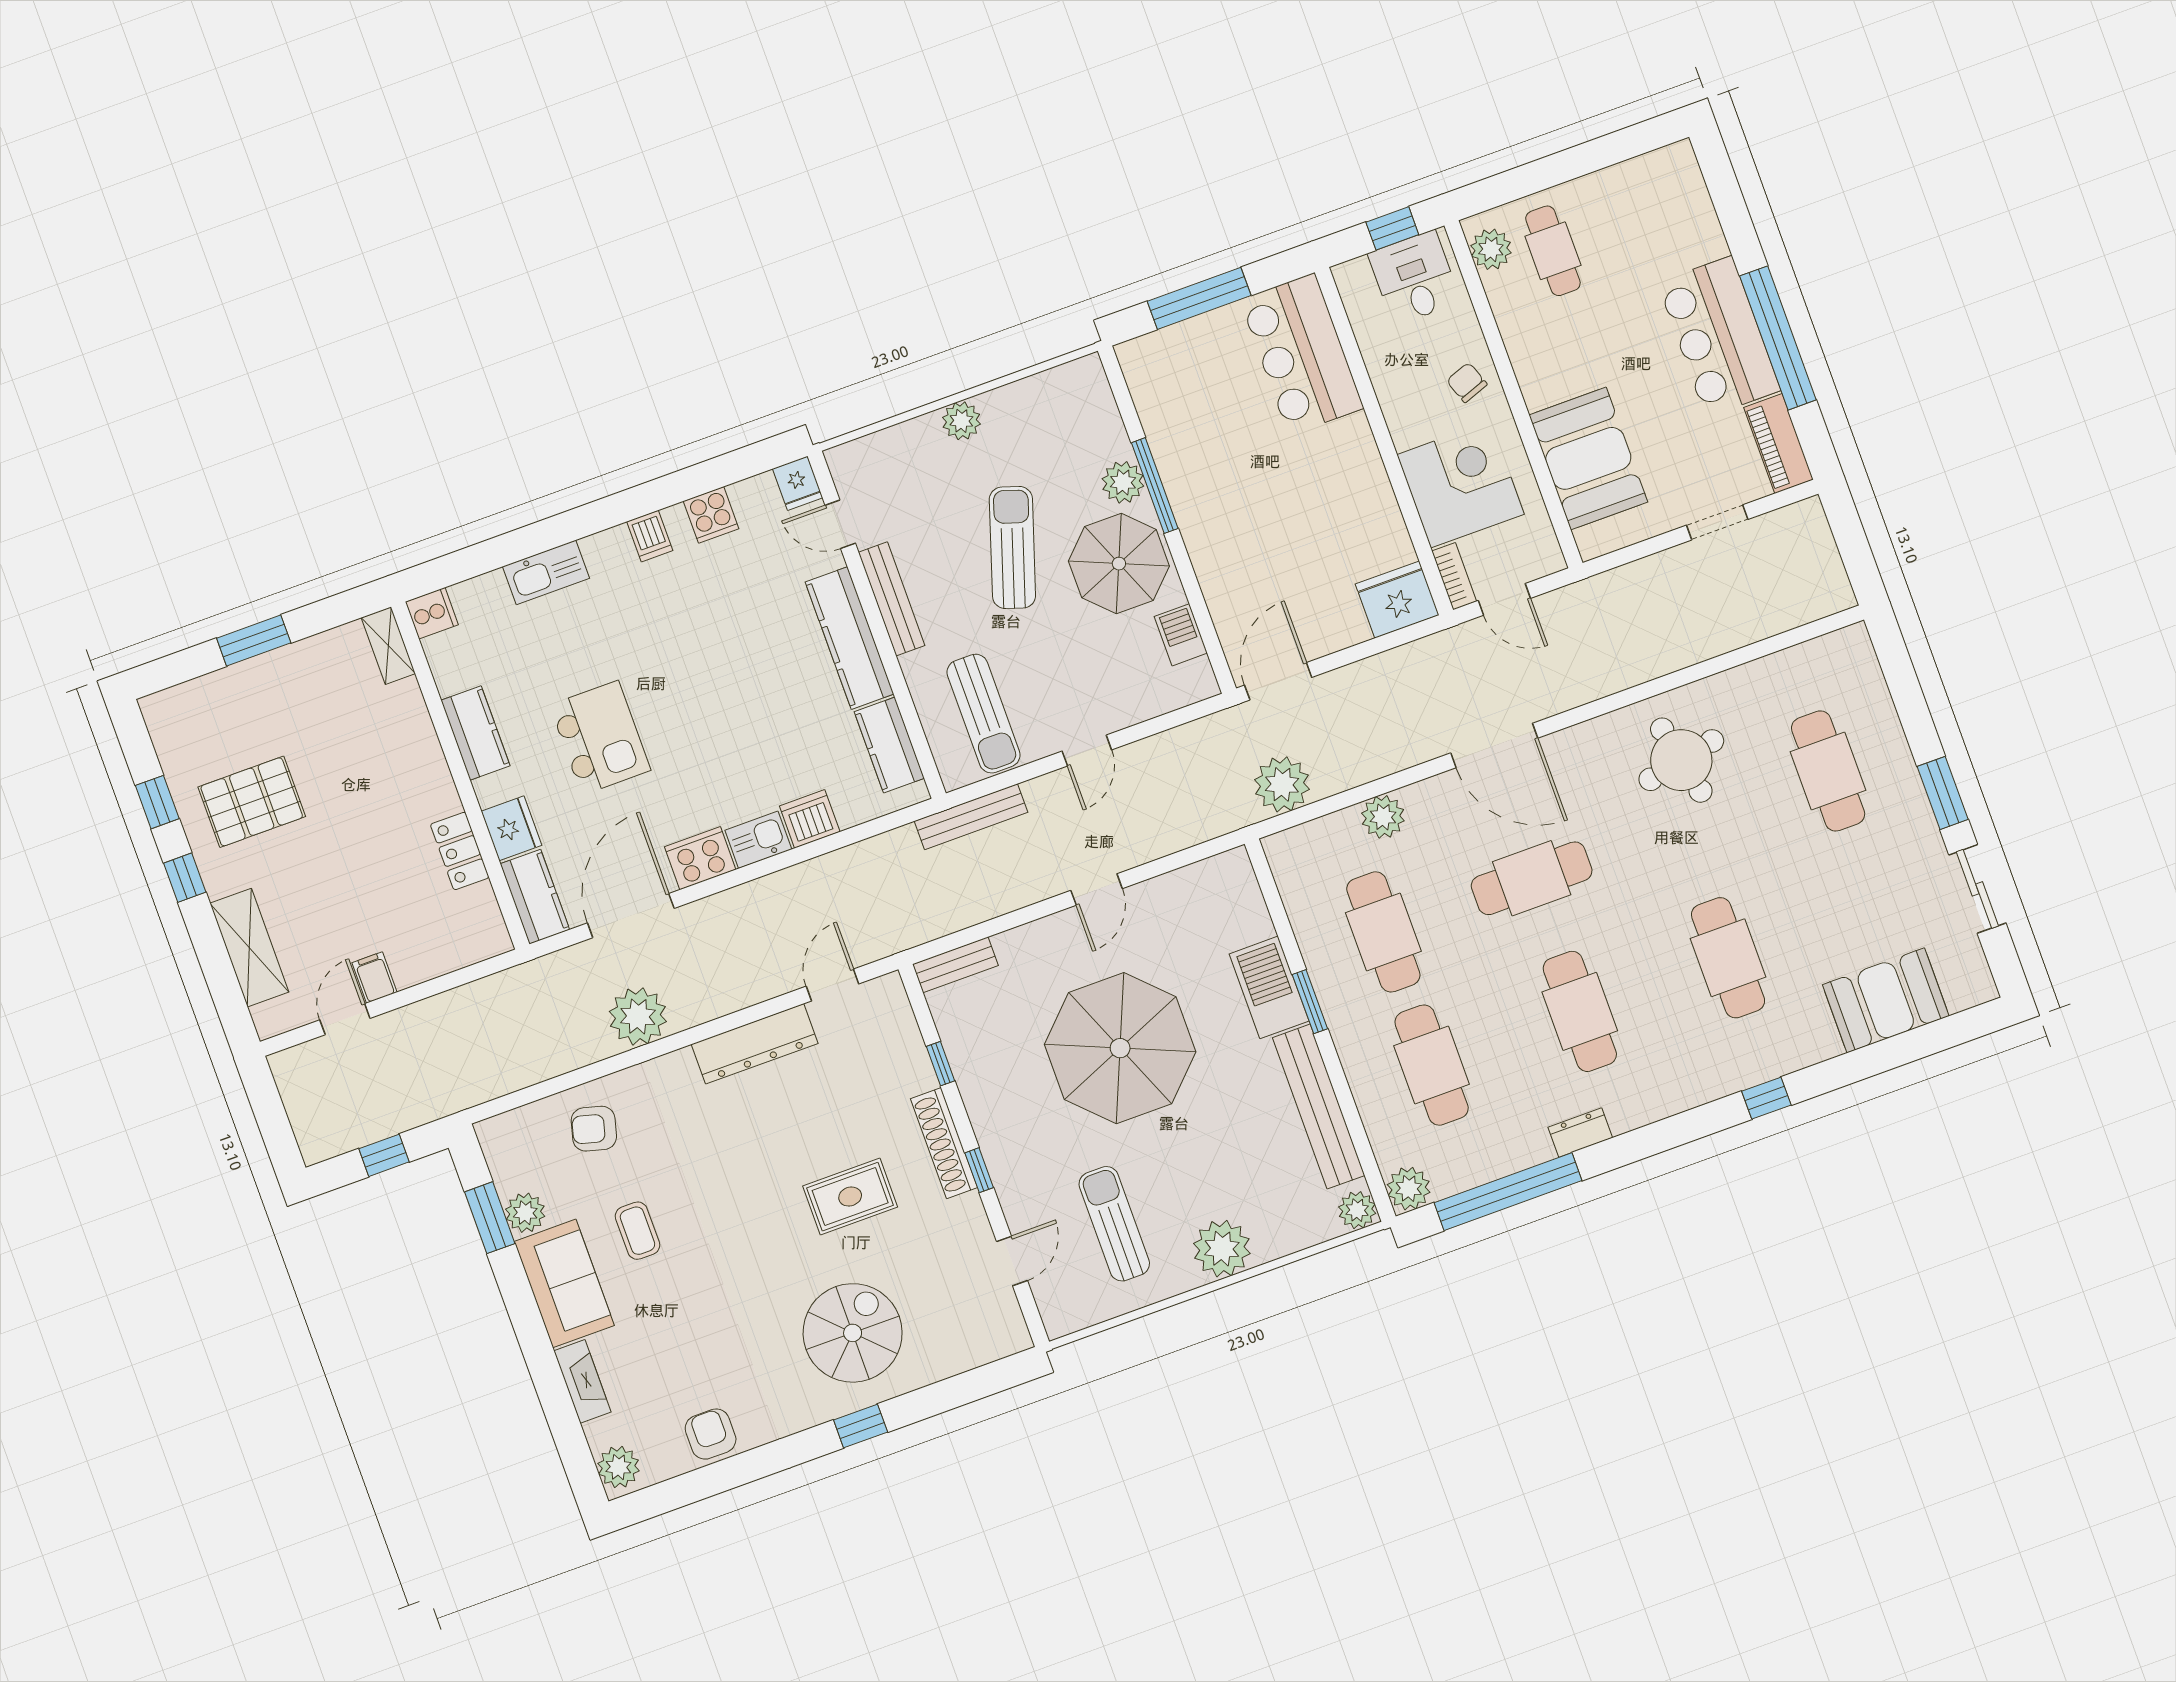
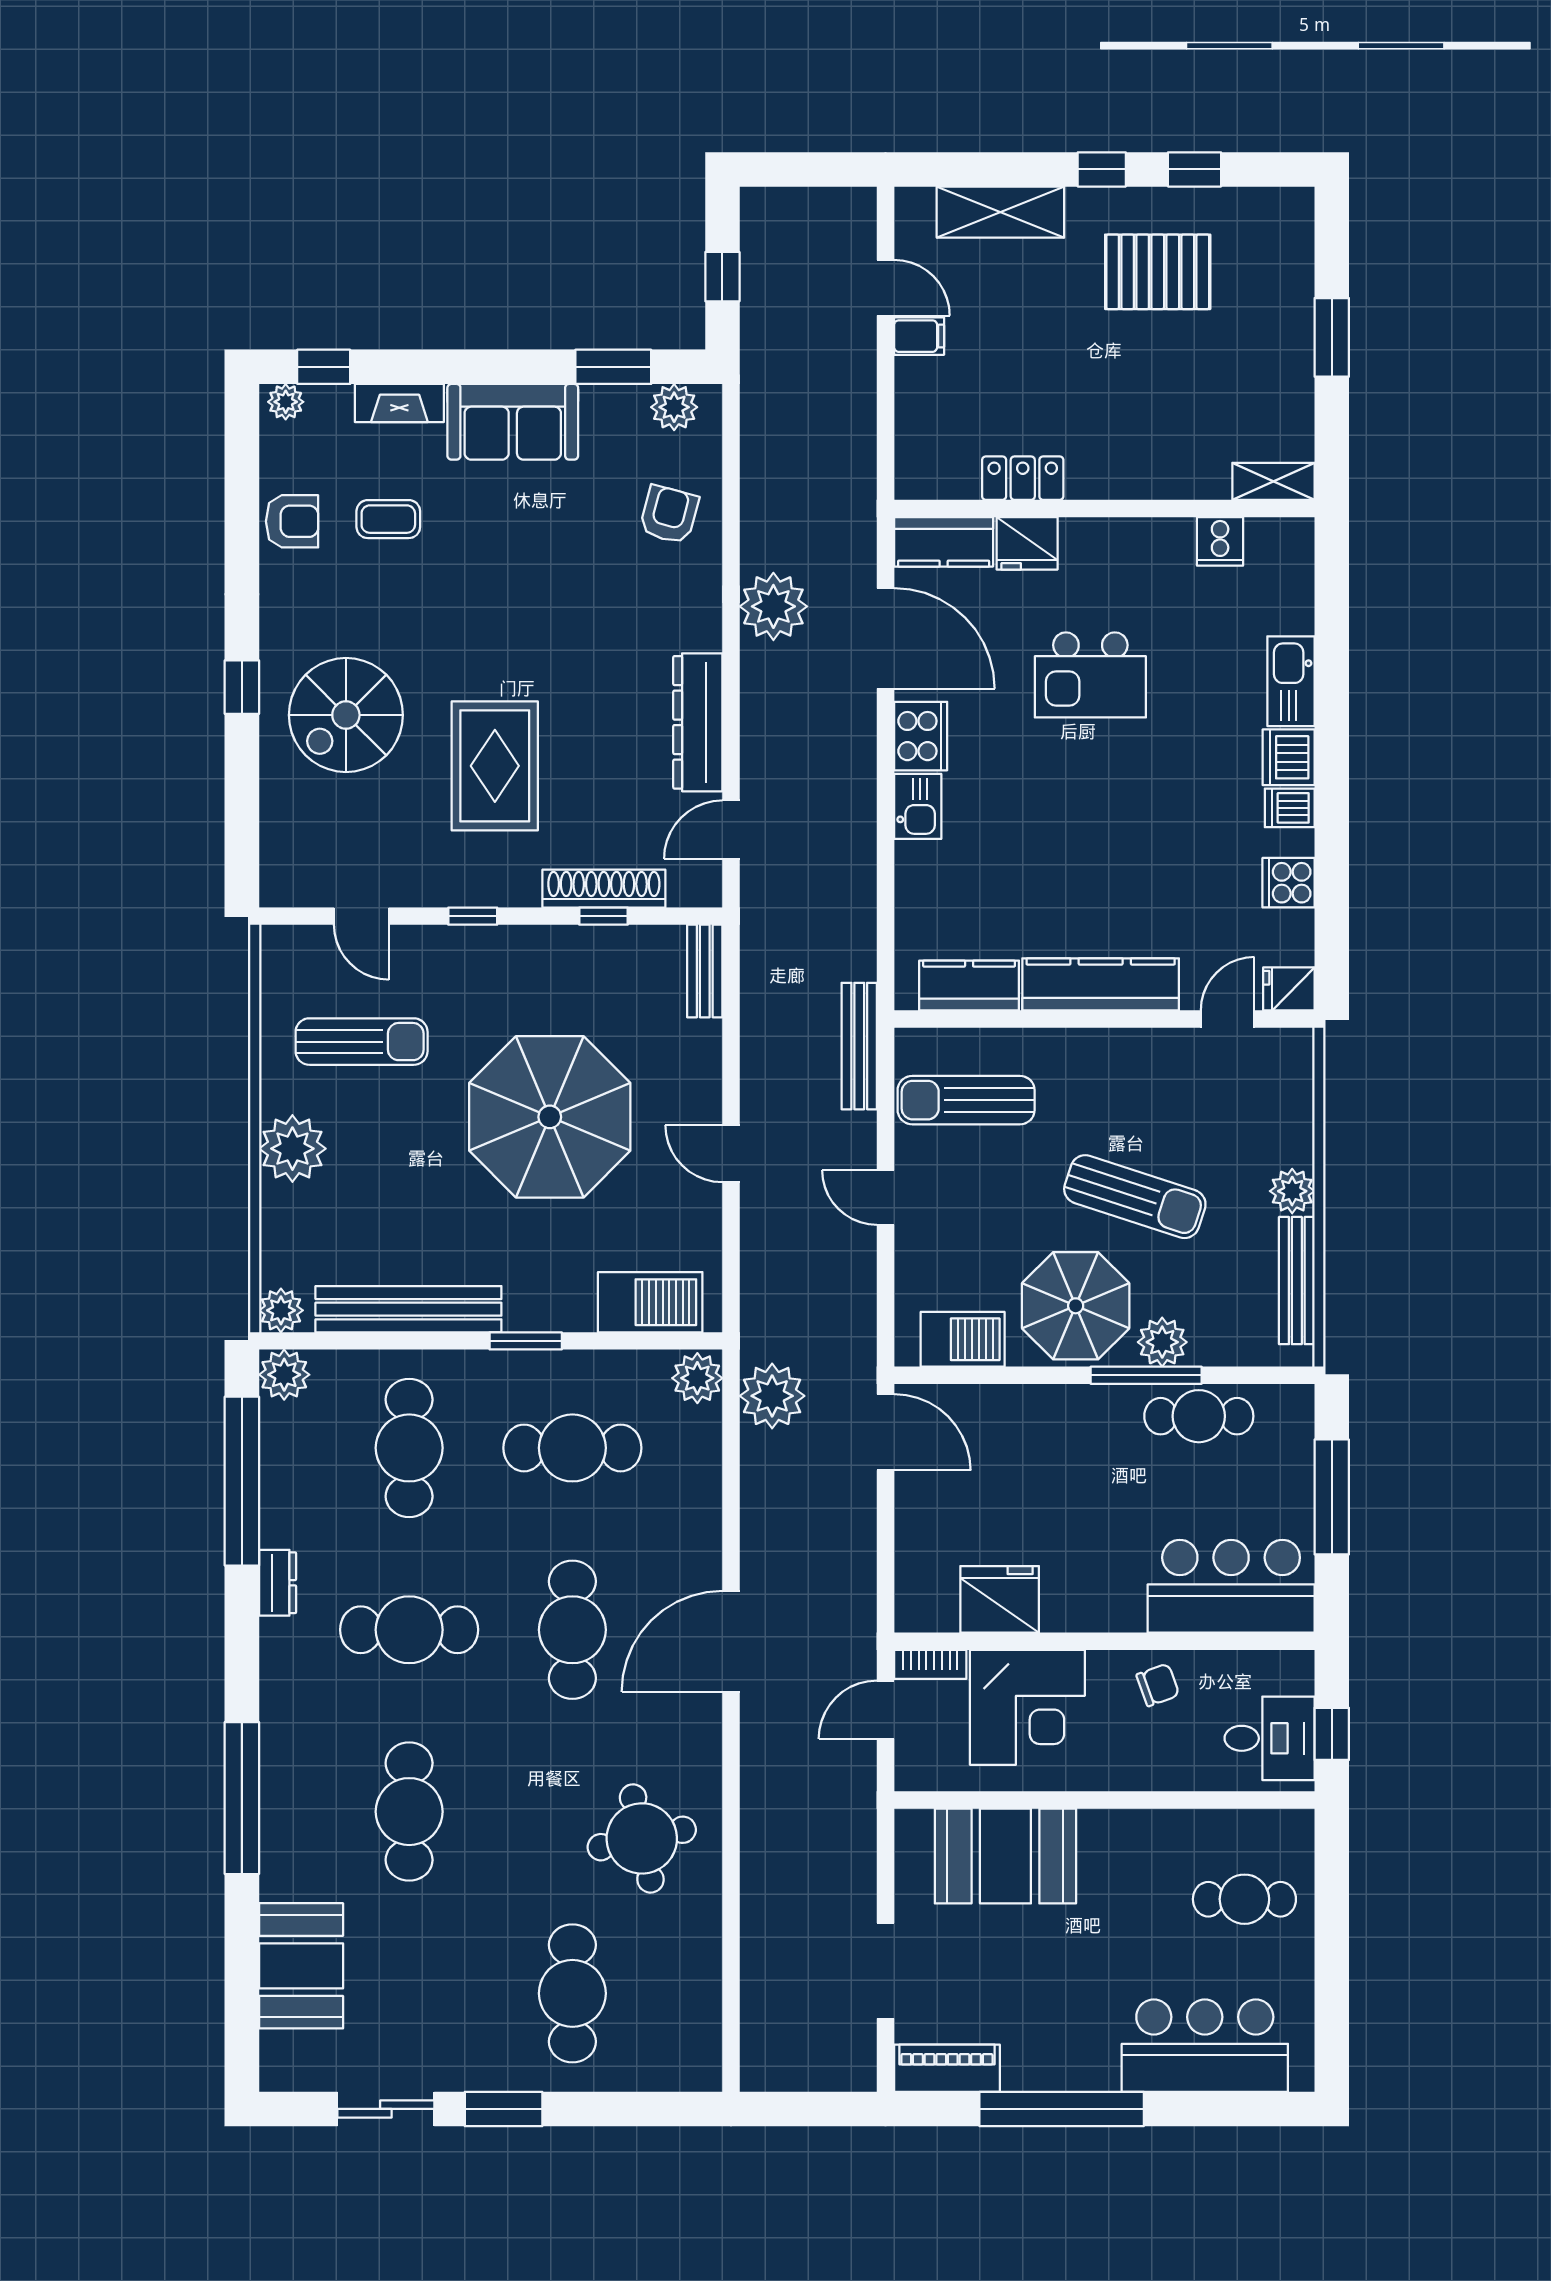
plant: (1491, 249) -> (1270, 1833), removed
bar counter: (1719, 336) -> (1205, 2046), moved
chair: (1467, 383) -> (1158, 1685), moved
cafe table: (1173, 431) -> (1199, 1416), added
doorway: (1717, 522) -> (886, 1971), width x1.38
bench: (892, 599) -> (1297, 1281), moved, turned 90
fridge: (1397, 600) -> (1000, 1599), moved, turned -90
cooker: (432, 613) -> (1220, 541), moved
barbecue: (1181, 635) -> (963, 1339), width x1.38, depth x1.27
kitchen counter: (476, 733) -> (1144, 542), removed
cafe table: (1828, 771) -> (572, 1993), turned 90
pallet: (252, 802) -> (1158, 272), turned 90
plant: (1383, 817) -> (697, 1378), moved
dishwasher: (810, 819) -> (1289, 757), moved, turned 180
cafe table: (1728, 958) -> (409, 1812), turned 90
door: (832, 985) -> (731, 830), swing flipped
barbecue: (1269, 987) -> (650, 1302), moved
cafe table: (1432, 1065) -> (409, 1448), turned 90
window: (1766, 1098) -> (242, 1798), width x3.17
shoe rack: (944, 1143) -> (604, 889), moved
rug: (850, 1197) -> (495, 766), width x1.36, depth x1.43
plant: (525, 1213) -> (674, 407), moved
coffee table: (637, 1231) -> (388, 519), moved
spiral stairs: (853, 1333) -> (346, 715), turned 90
window: (575, 1454) -> (324, 367), added
plant: (618, 1467) -> (286, 402), width x0.73, depth x0.73

